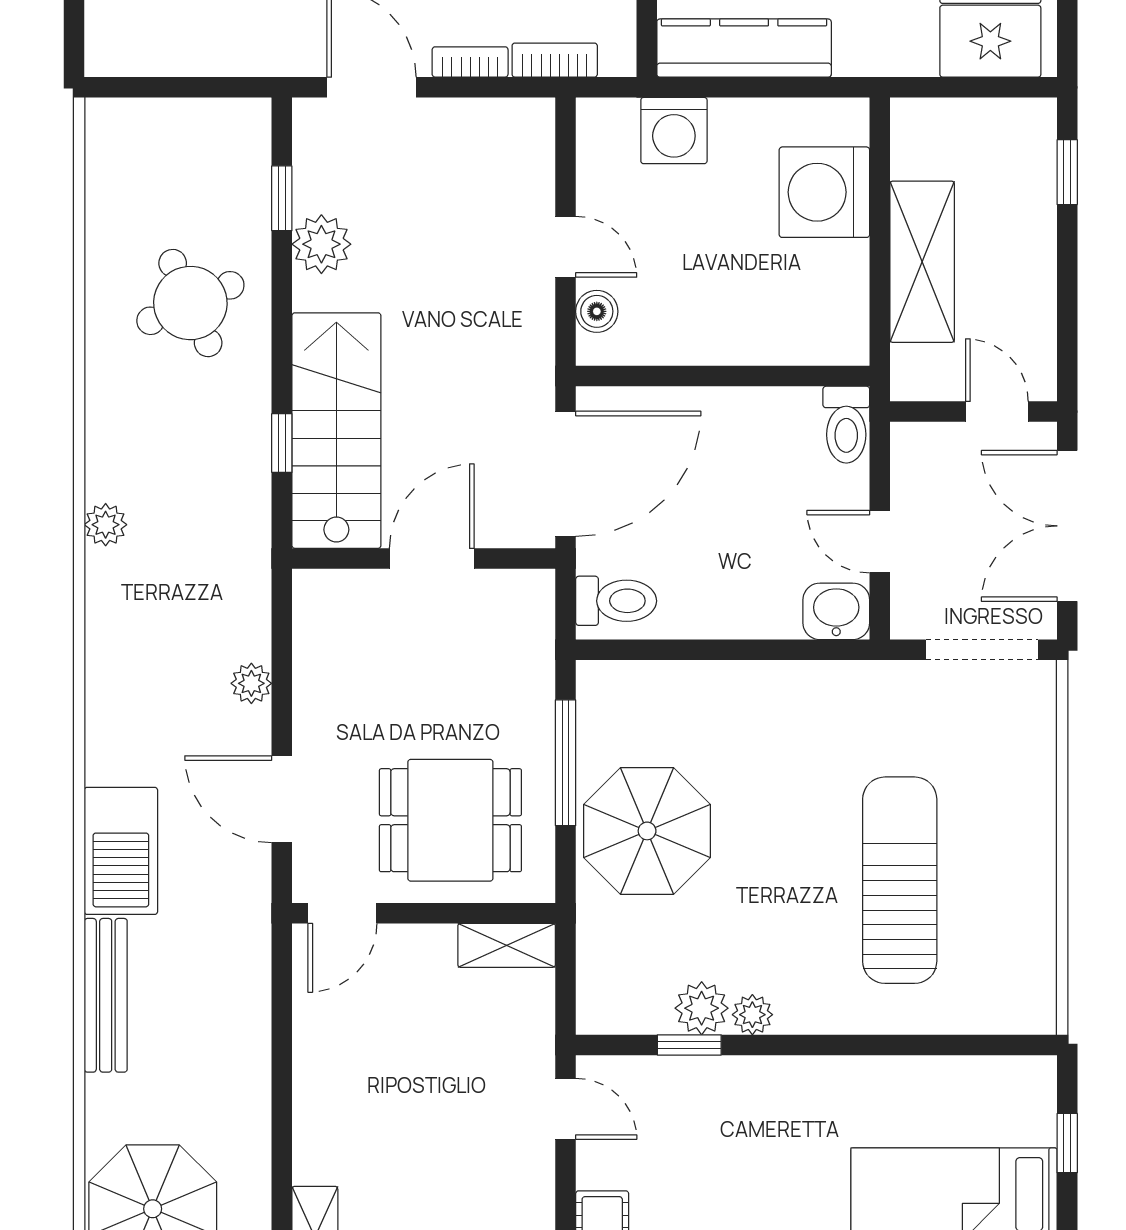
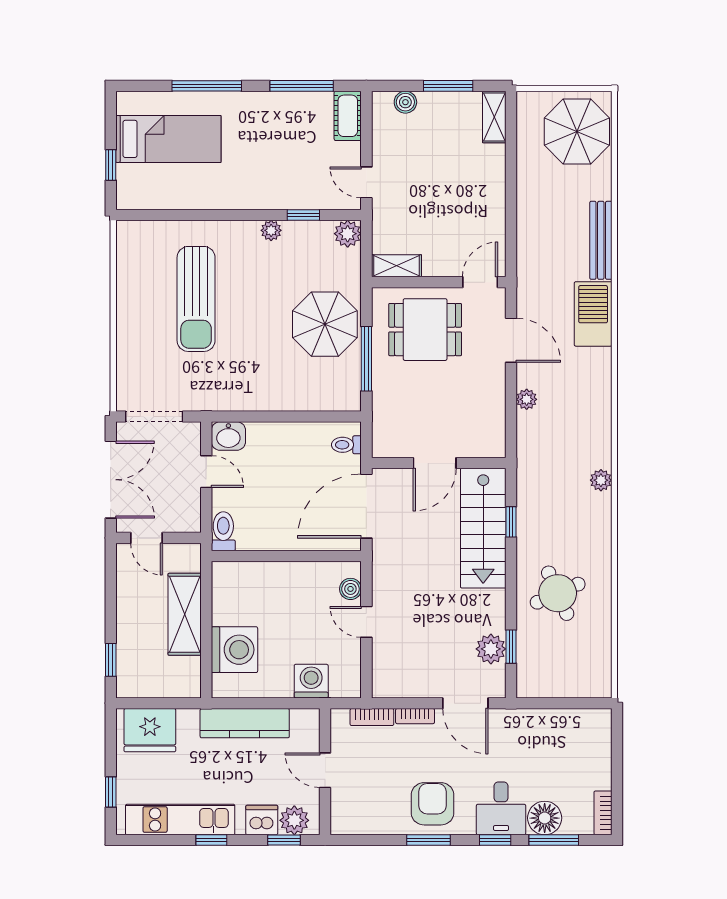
kitchen counter: (744, 48) -> (245, 723), moved
plant: (321, 244) -> (491, 649), moved
toilet: (616, 601) -> (346, 445), width x0.73, depth x0.72
plant: (702, 1008) -> (348, 234), moved

